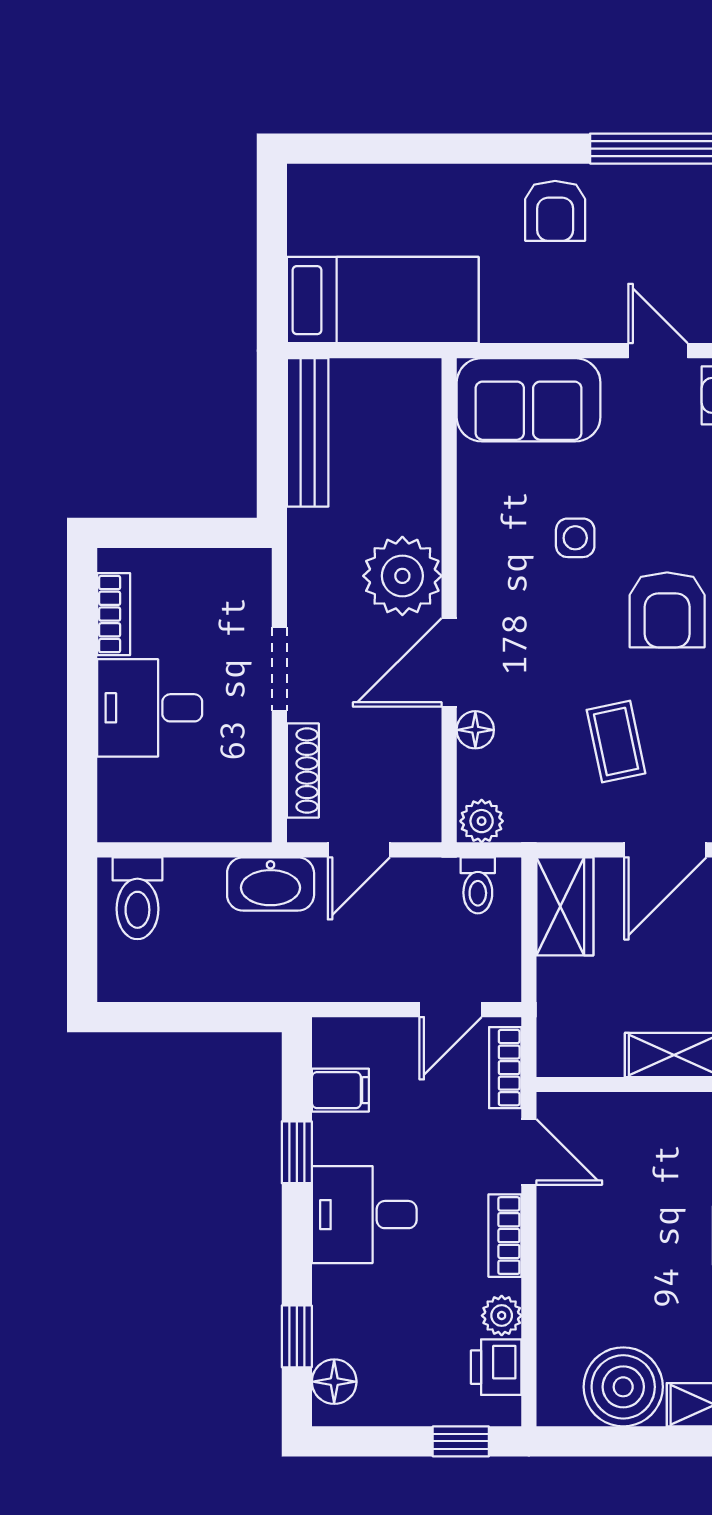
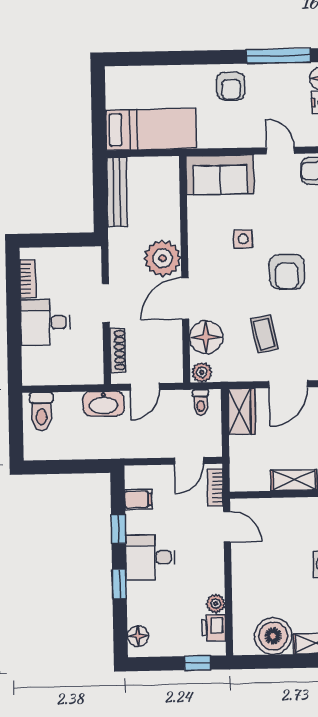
floor lamp: (475, 730) -> (206, 337), width x1.89, depth x1.89
bookcase: (505, 1236) -> (217, 566), removed
window: (297, 1336) -> (119, 584), moved

